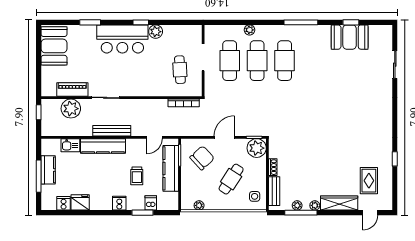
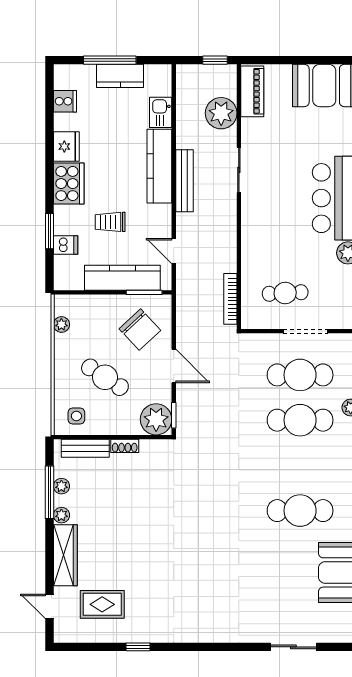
cafe table: (285, 61) -> (300, 511), moved
piano: (72, 90) -> (252, 91), moved
fridge: (80, 202) -> (66, 146), moved
cooker: (119, 203) -> (69, 184), width x1.87, depth x1.31

